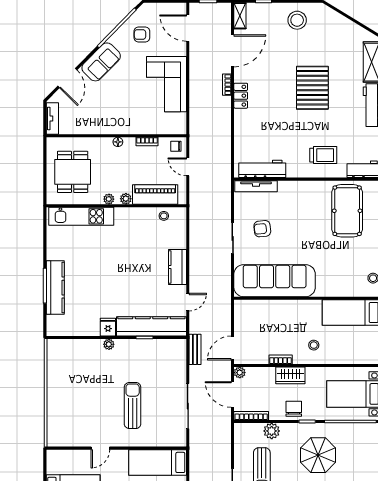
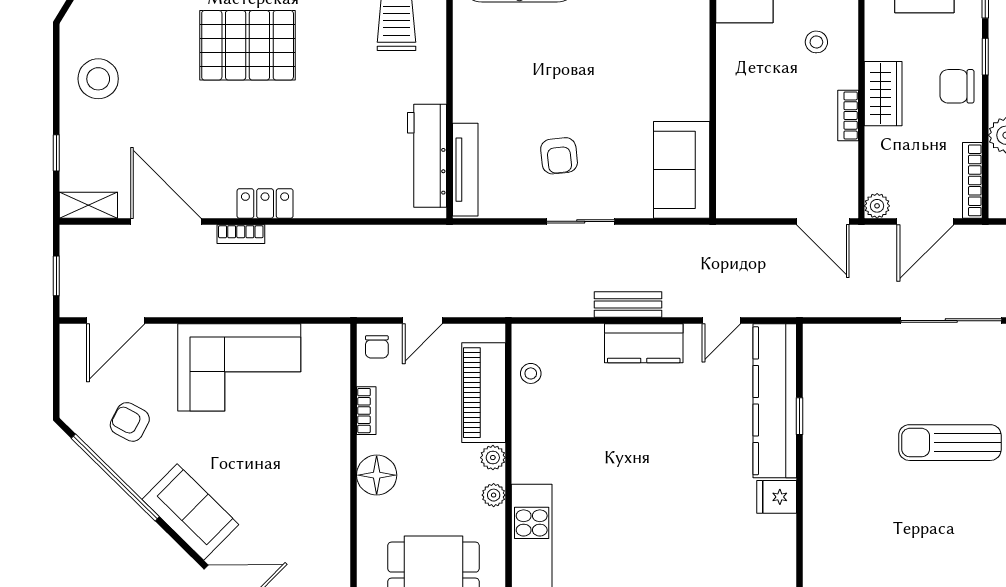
armchair: (142, 34) -> (130, 422), turned 118
floor lamp: (118, 142) -> (377, 475), width x1.89, depth x1.89
sofa: (275, 281) -> (682, 170), width x0.54, depth x0.79
door: (188, 302) -> (721, 321), swing flipped
plant: (109, 344) -> (815, 495), removed
bench: (195, 349) -> (628, 305), moved

